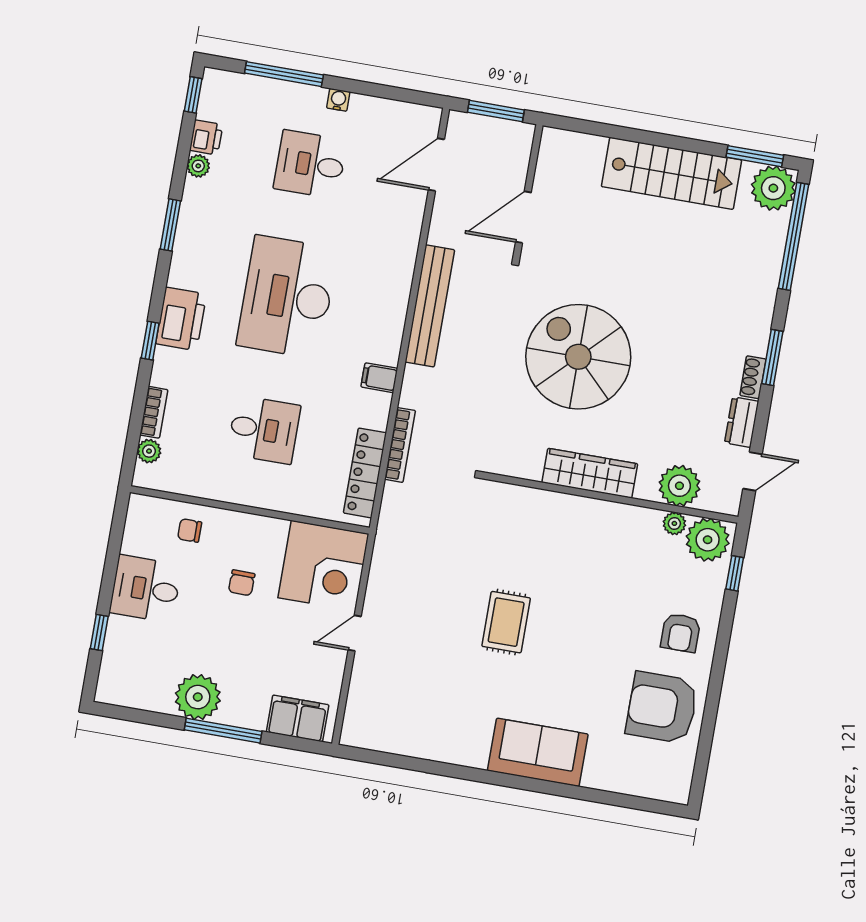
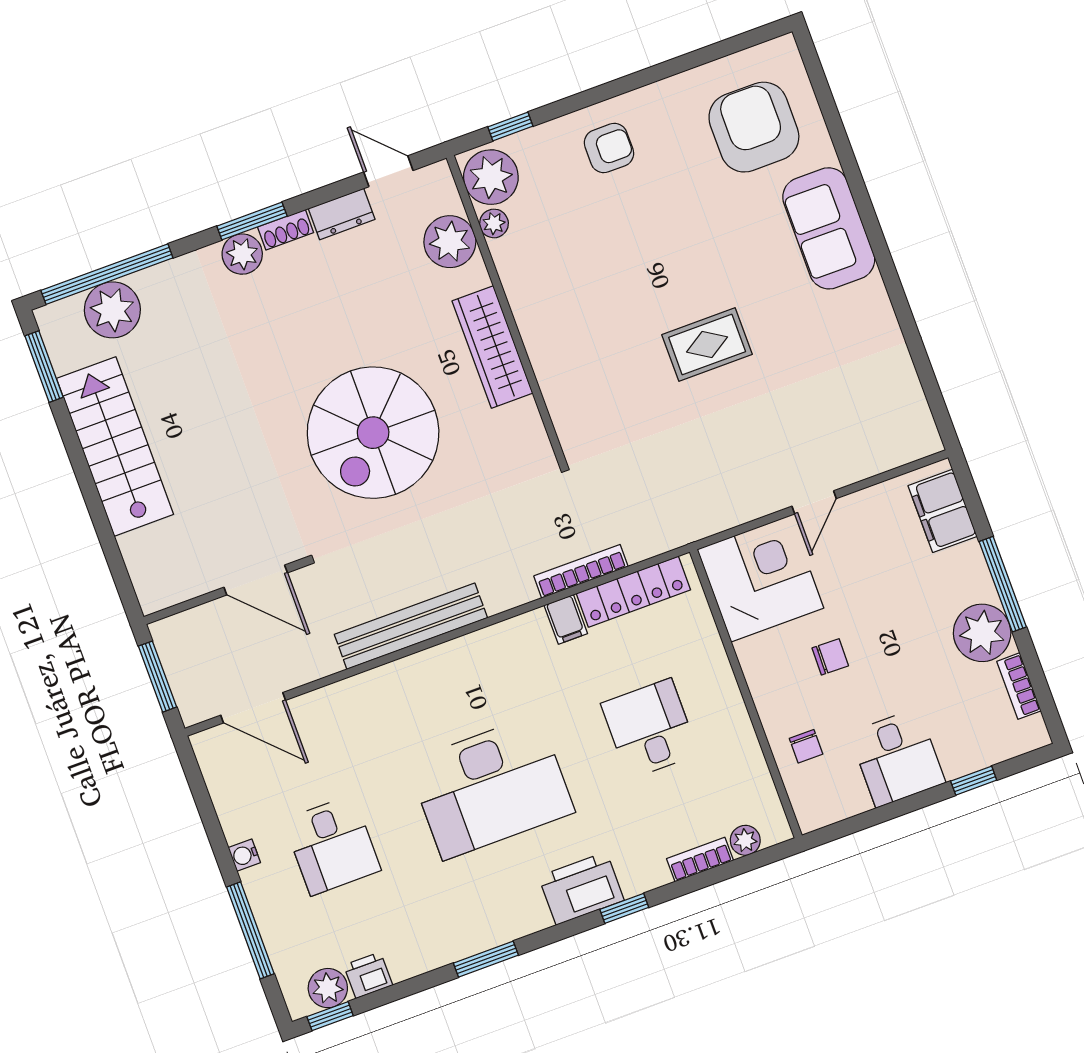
plant: (198, 166) -> (328, 988), moved, width x1.38, depth x1.38
plant: (773, 188) -> (112, 310), moved
plant: (754, 338) -> (242, 254), added
filing cabinet: (379, 378) -> (566, 619), moved
door: (355, 633) -> (814, 502), hinge flipped
bookcase: (146, 701) -> (1019, 686), added
armchair: (662, 708) -> (754, 127), moved, turned 180

